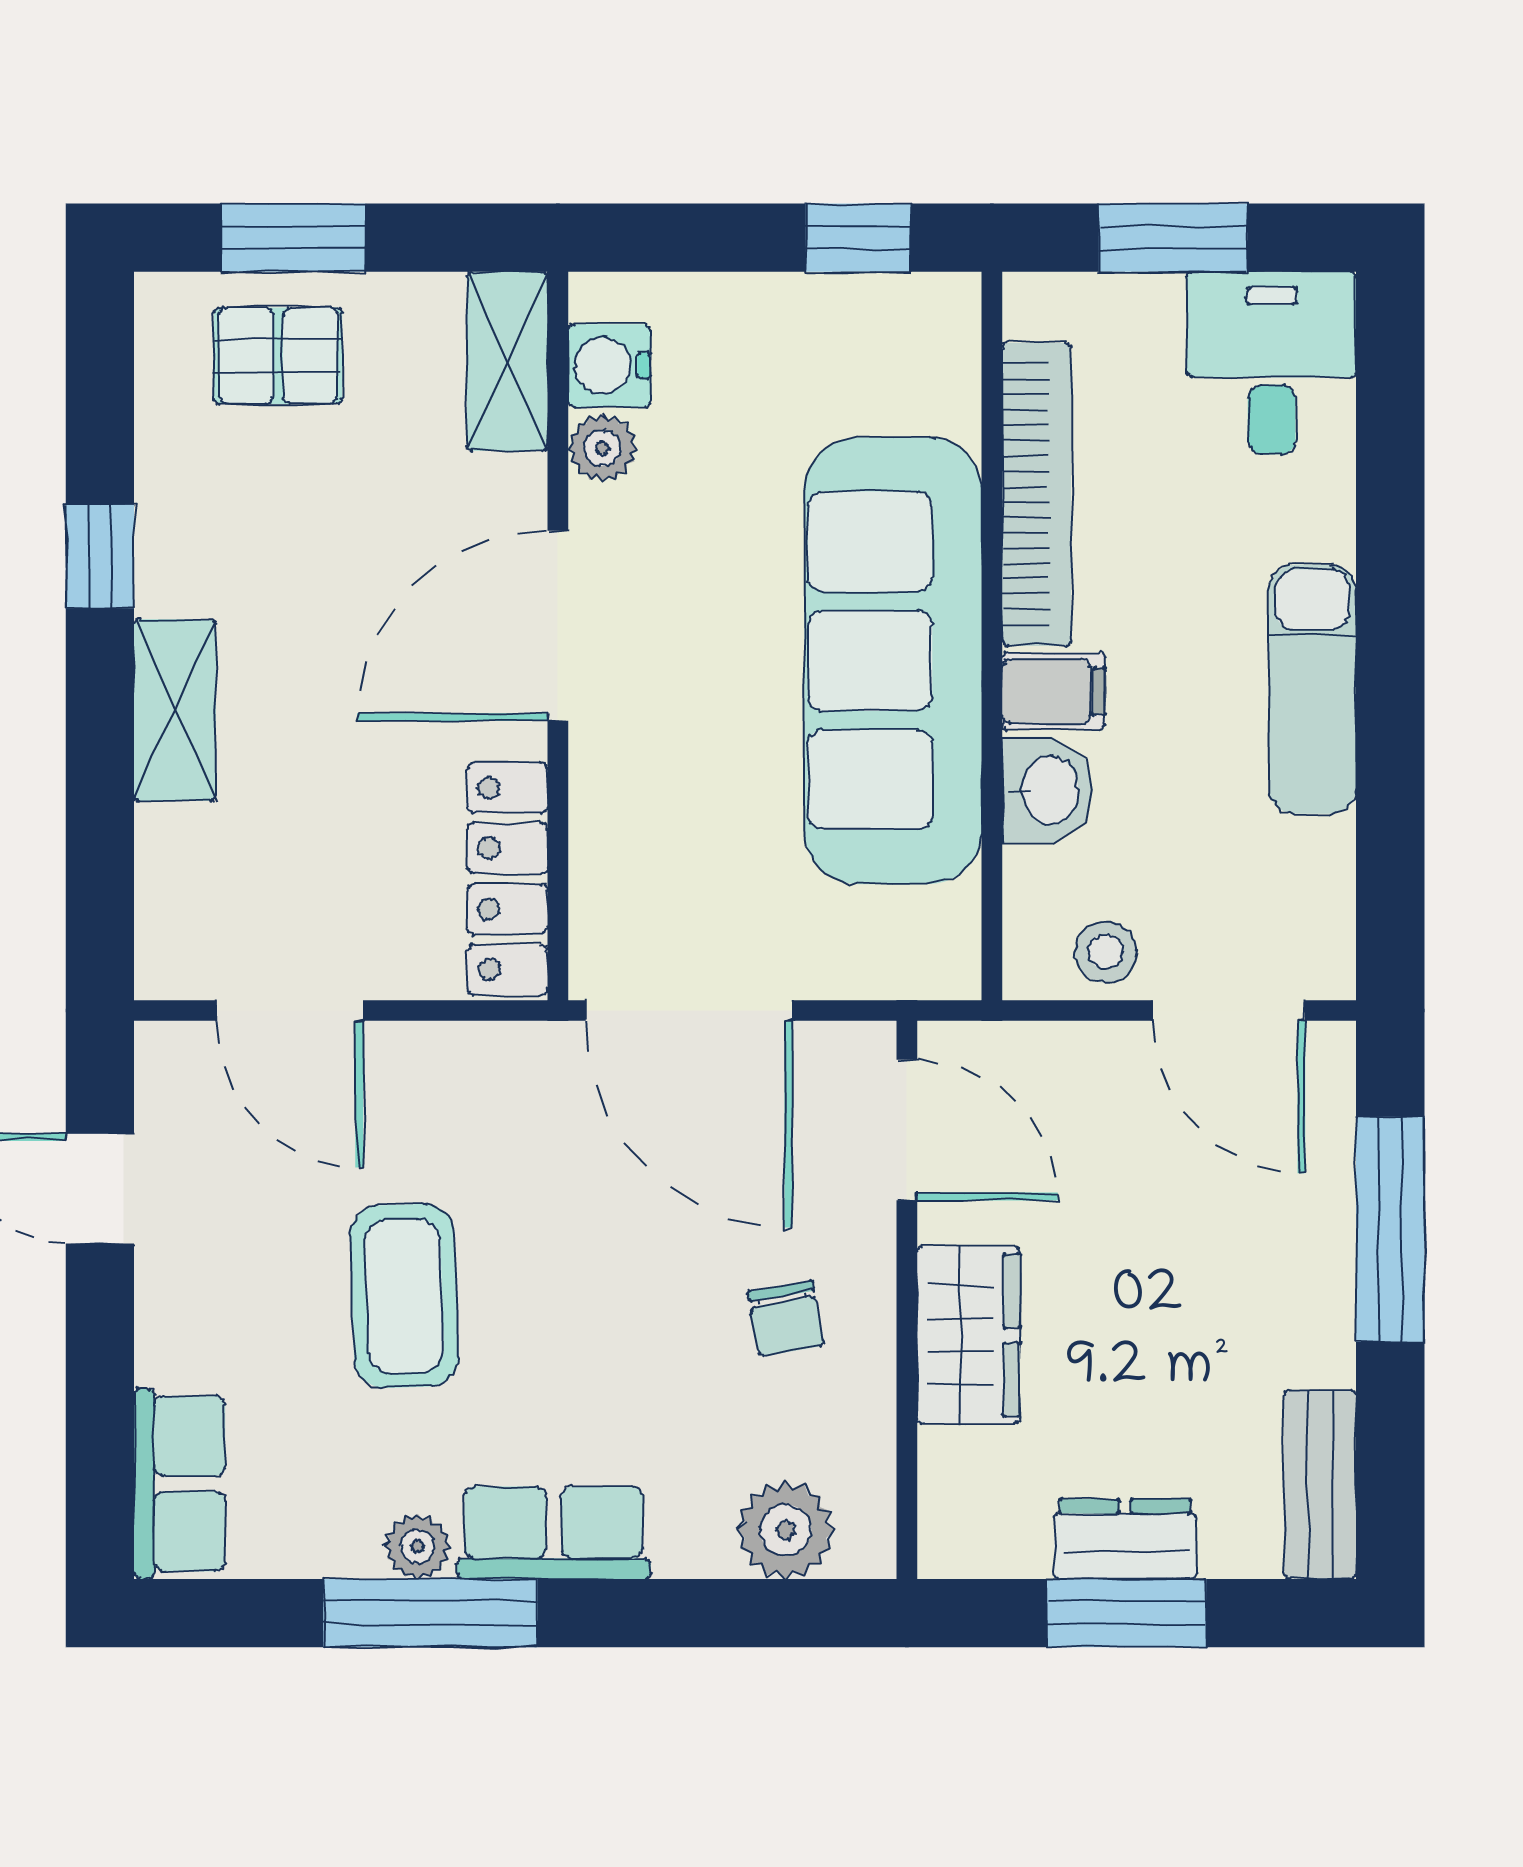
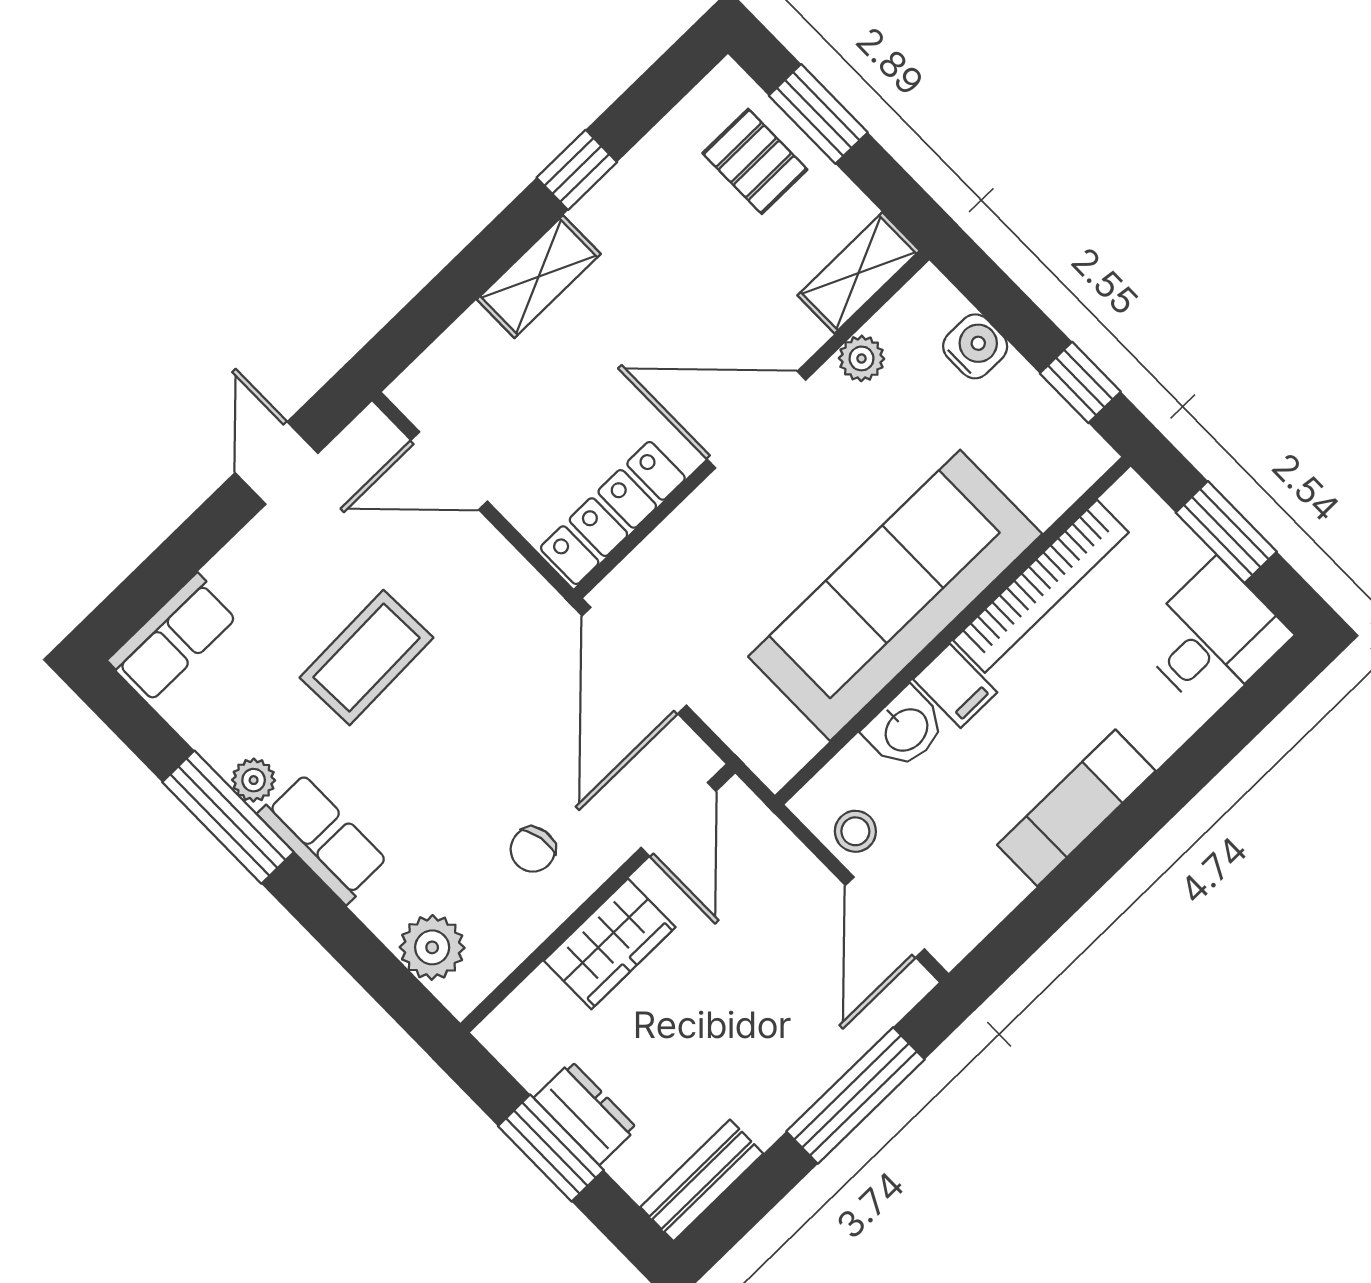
water cooler: (609, 366) -> (975, 346), moved, turned 90
door: (290, 1010) -> (449, 471), hinge flipped

